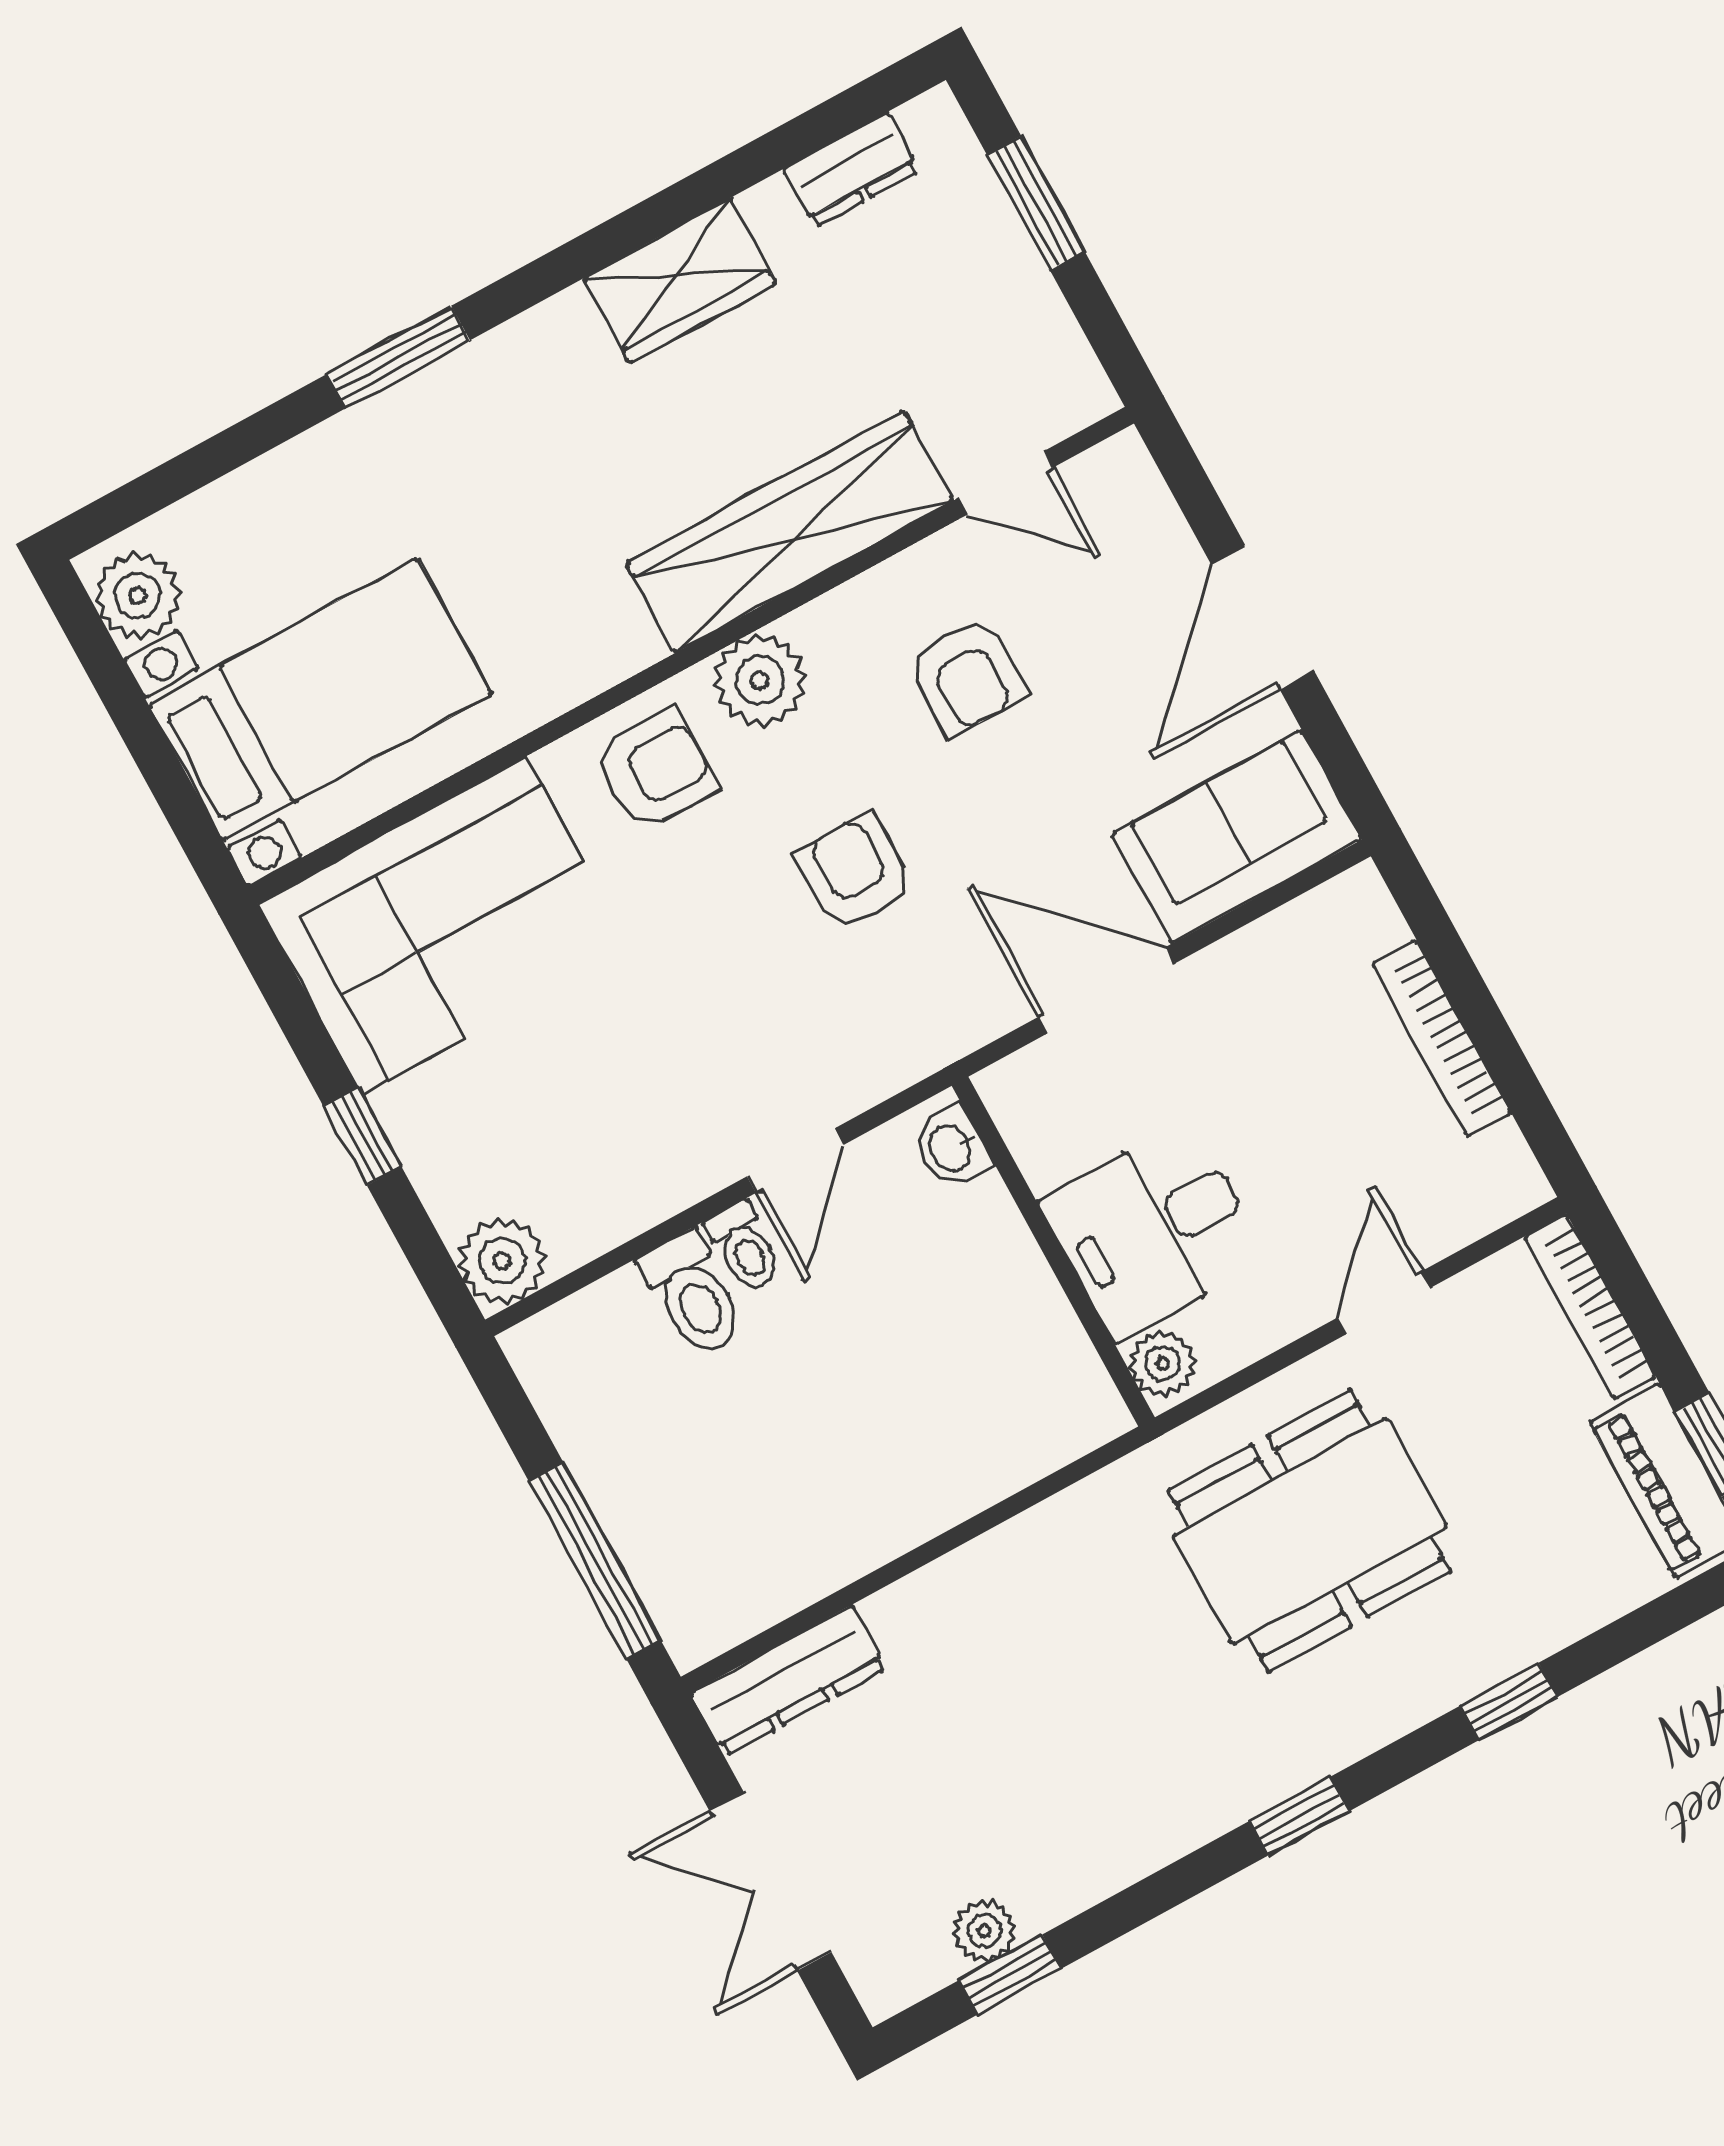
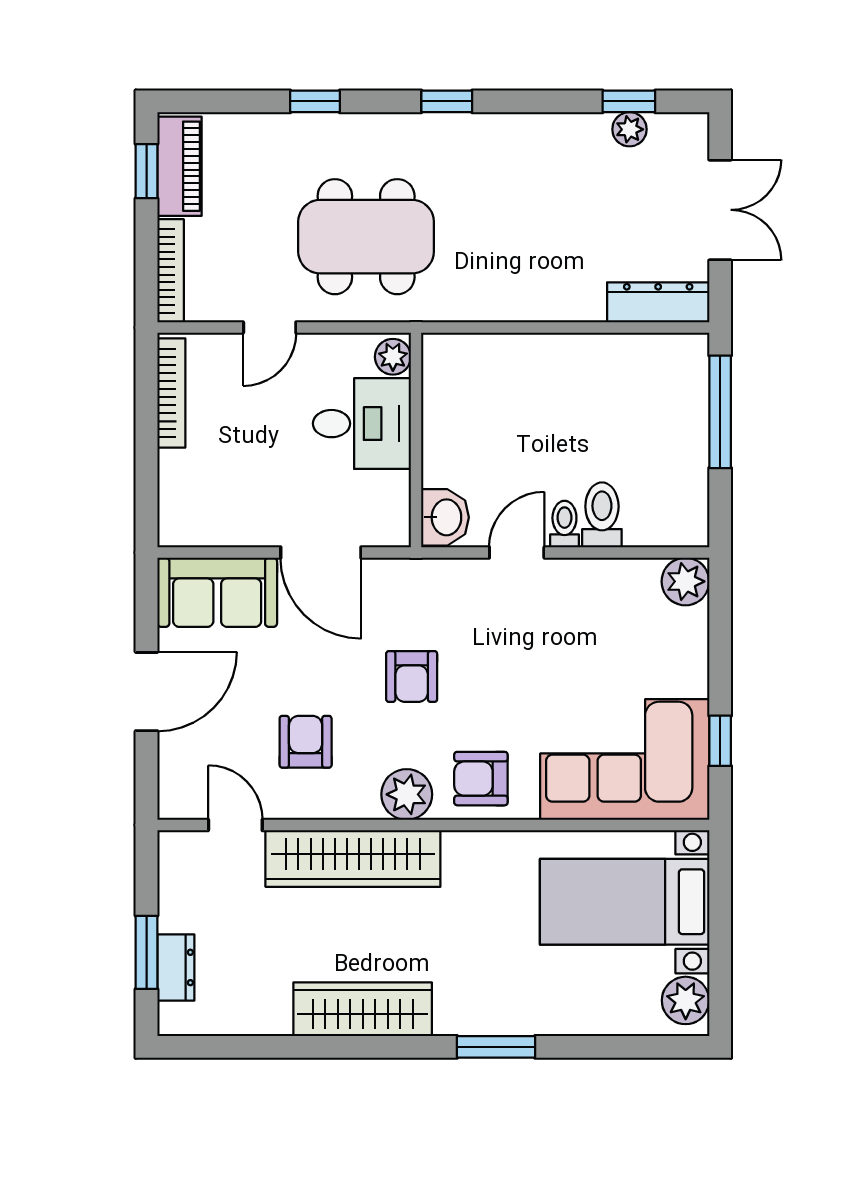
dresser: (851, 170) -> (176, 967), moved, turned 90
wardrobe: (680, 281) -> (363, 1009), width x1.50
bookcase: (1442, 1038) -> (171, 393), moved
window: (362, 1136) -> (720, 741), moved
washbasin: (952, 1148) -> (445, 517), width x1.38, depth x1.45

